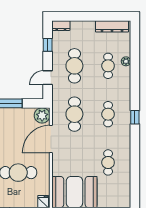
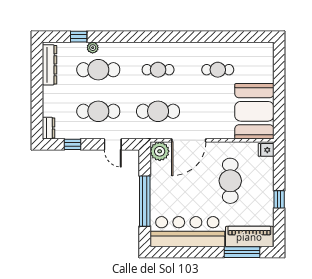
cafe table: (108, 66) -> (98, 70), width x1.37, depth x1.35
window: (135, 117) -> (79, 37), moved
door: (51, 139) -> (189, 140), hinge flipped

